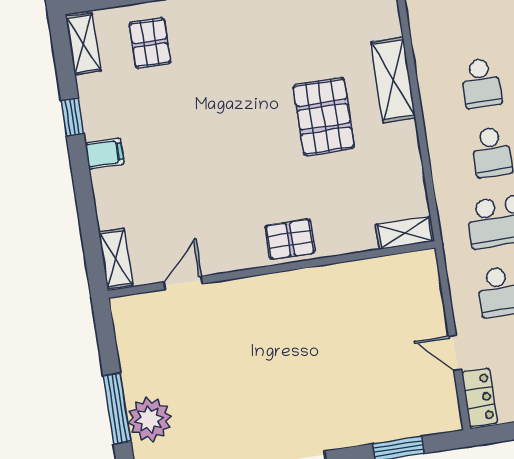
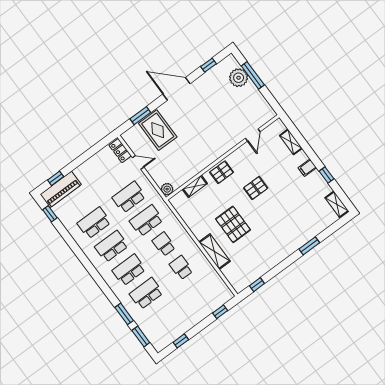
pallet: (150, 43) -> (256, 188), moved, turned 90
shelving: (405, 233) -> (195, 186), moved
shelving: (116, 258) -> (291, 142), moved
plant: (423, 264) -> (167, 189), added
rug: (378, 399) -> (158, 130), added

